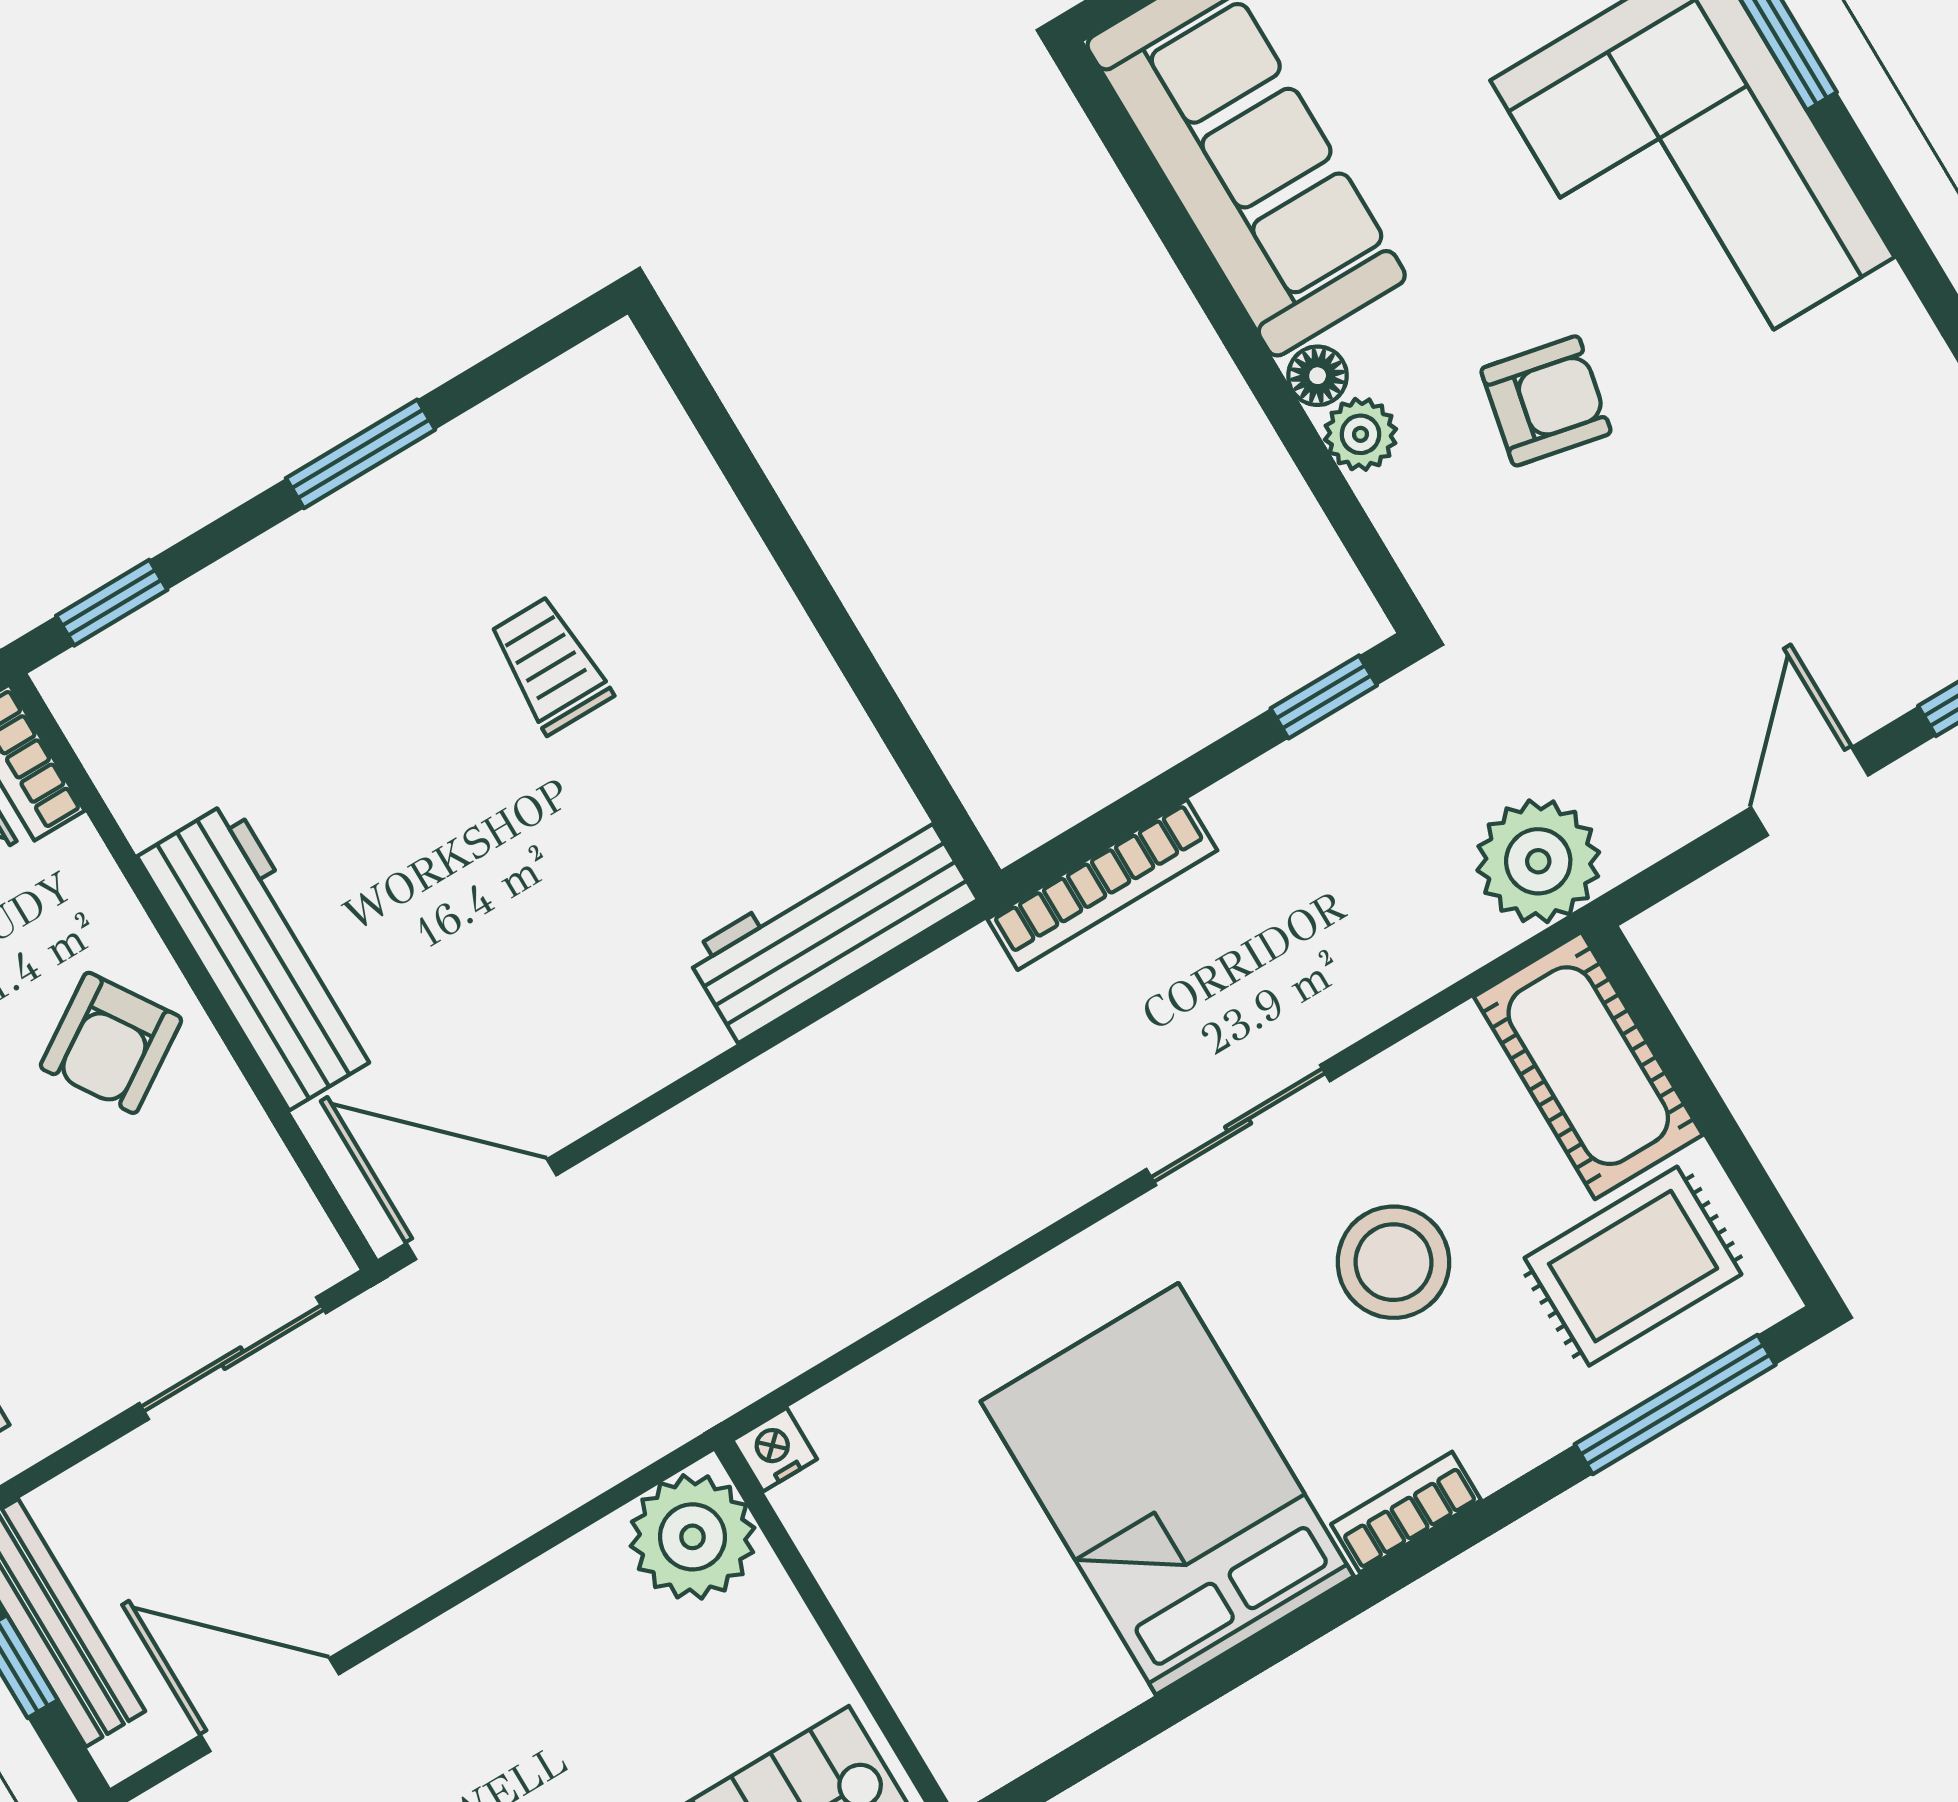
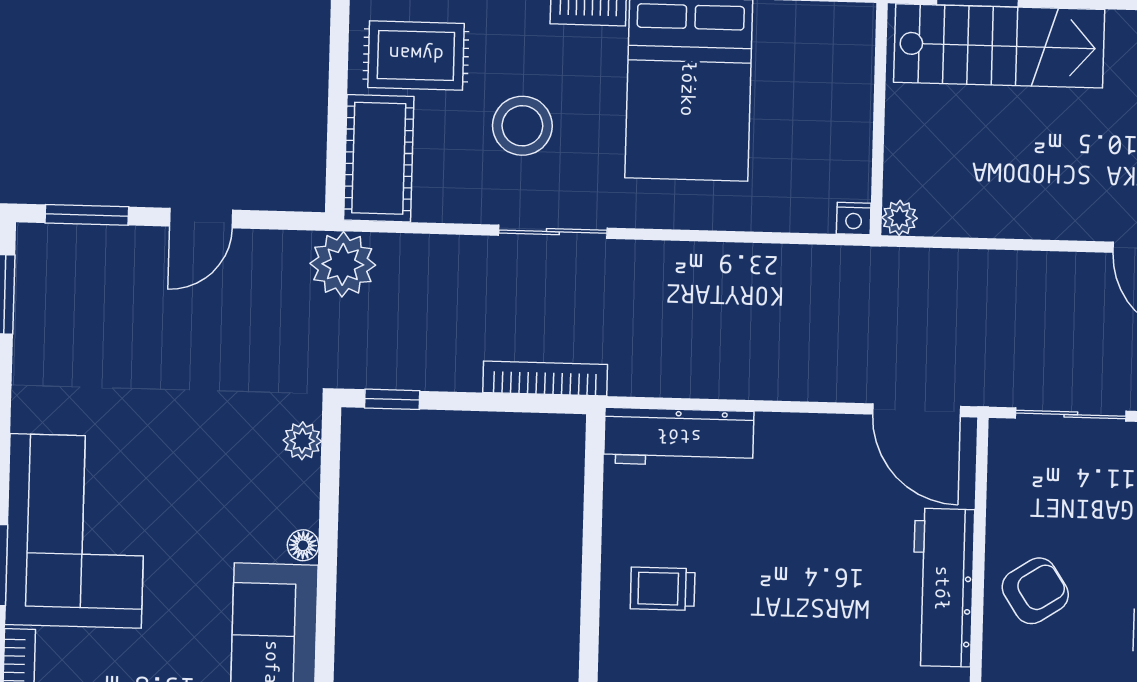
armchair: (1546, 401) -> (208, 469), removed
plant: (1360, 434) -> (302, 441), moved
trolley: (550, 665) -> (663, 589), moved, turned 90
plant: (693, 1537) -> (900, 218), width x0.53, depth x0.53

